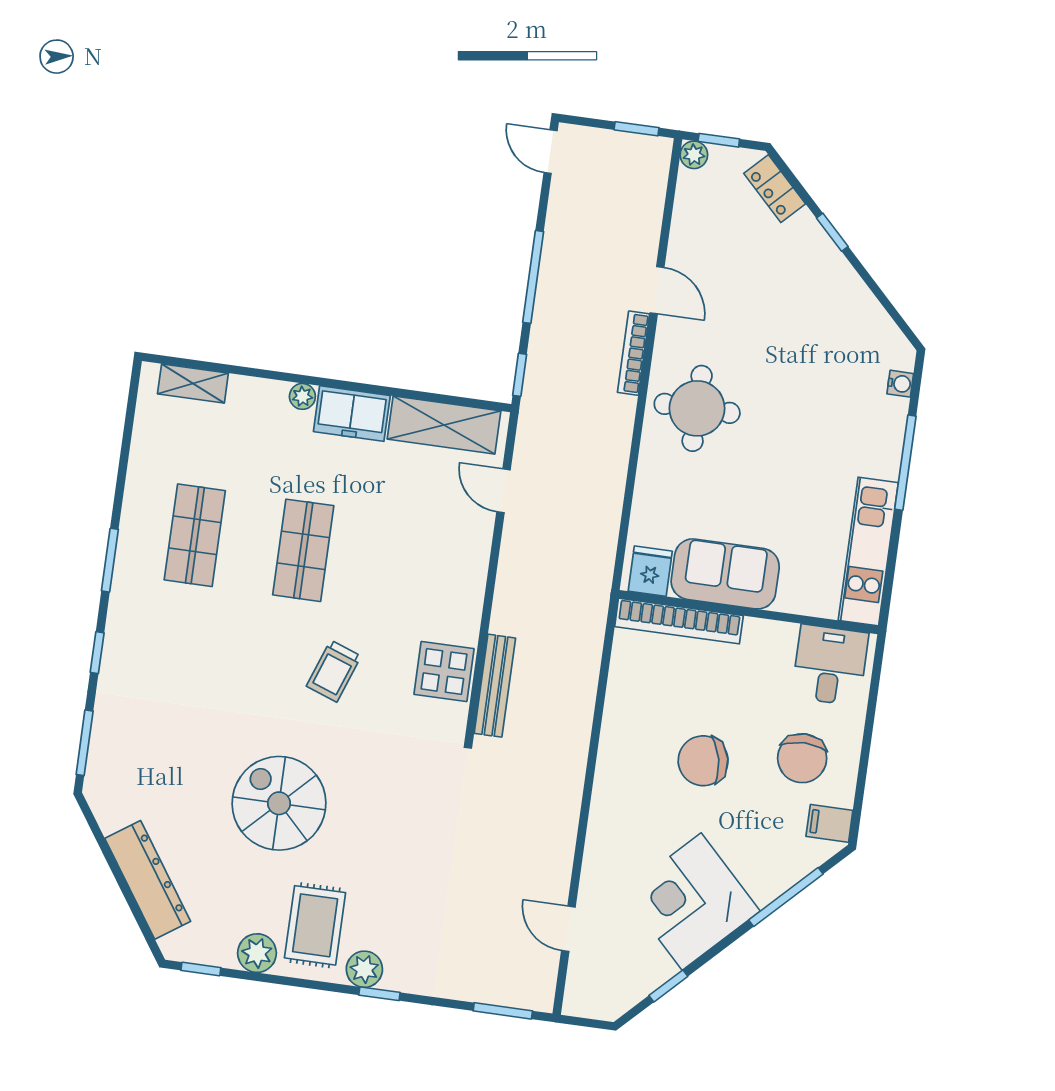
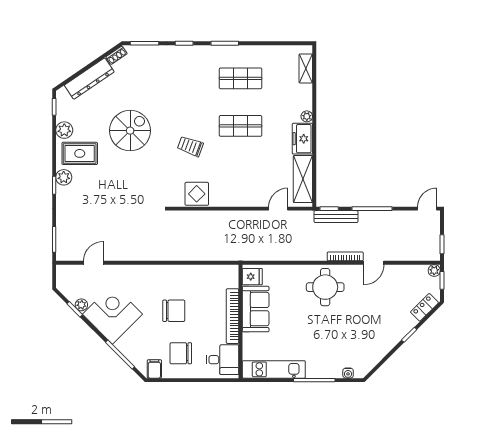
bookcase: (679, 621) -> (233, 316), moved
bench: (495, 686) -> (336, 217), moved
chair: (703, 761) -> (174, 311), turned 102
shoe rack: (103, 811) -> (116, 55), added
plant: (660, 969) -> (81, 305), added

